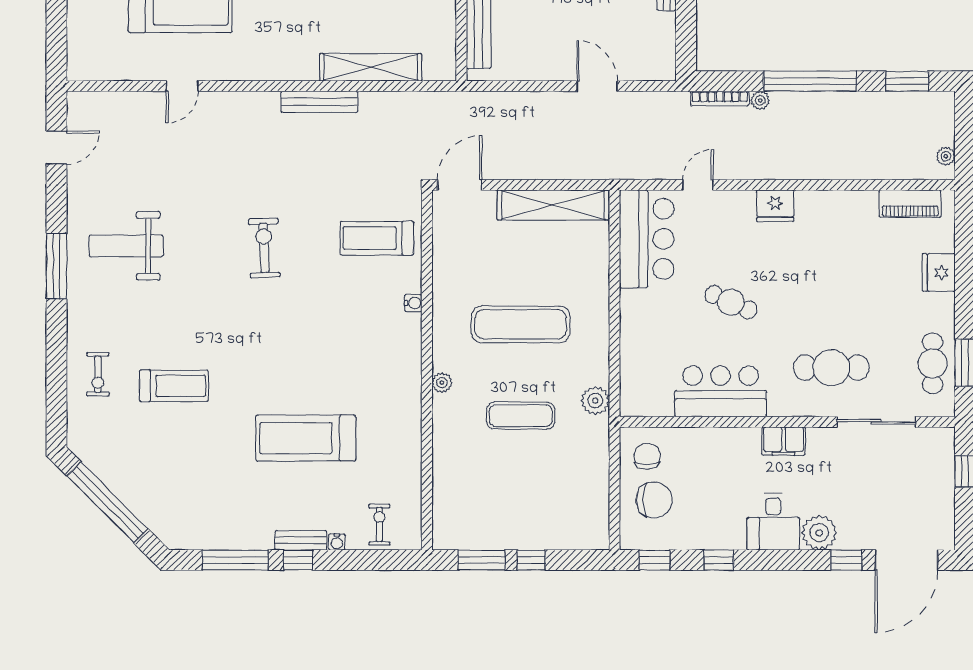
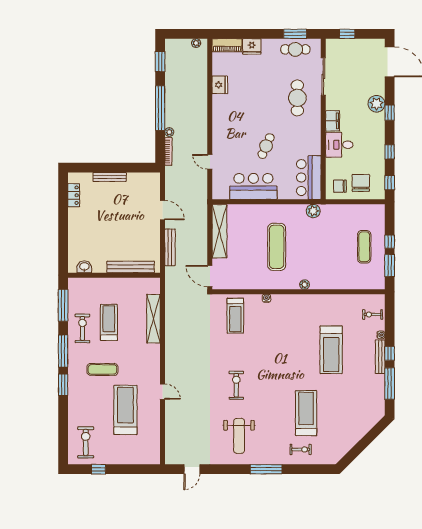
door: (182, 86) -> (162, 392), moved
door: (597, 86) -> (162, 210), swing flipped
bench: (319, 102) -> (170, 247), moved
door: (57, 148) -> (192, 469), swing flipped
piano: (910, 204) -> (227, 45), moved, turned 90
fridge: (775, 206) -> (220, 85), moved
bar counter: (647, 239) -> (253, 186), moved
exercise bike: (264, 248) -> (236, 385), moved, turned 92
window: (57, 266) -> (266, 469), moved
treadmill: (174, 386) -> (306, 413), width x1.37, depth x1.38
bar counter: (721, 391) -> (309, 178), moved
exercise mat: (521, 416) -> (364, 247), moved
window: (107, 502) -> (362, 445), removed
desk: (773, 522) -> (339, 145), moved, turned 180
bench: (301, 540) -> (380, 357), width x1.36
window: (846, 560) -> (390, 113), moved

